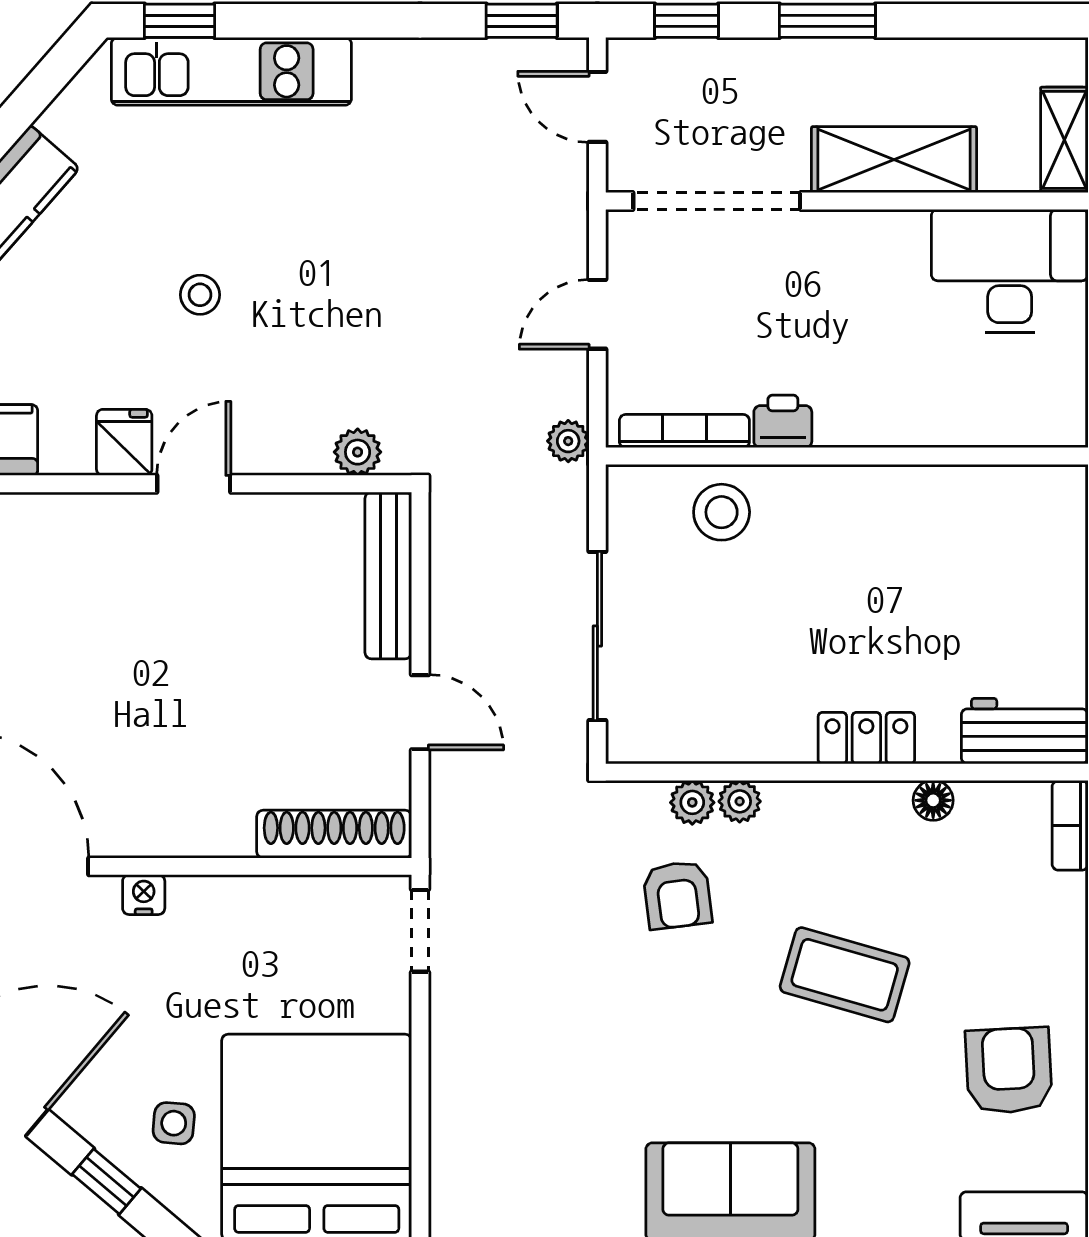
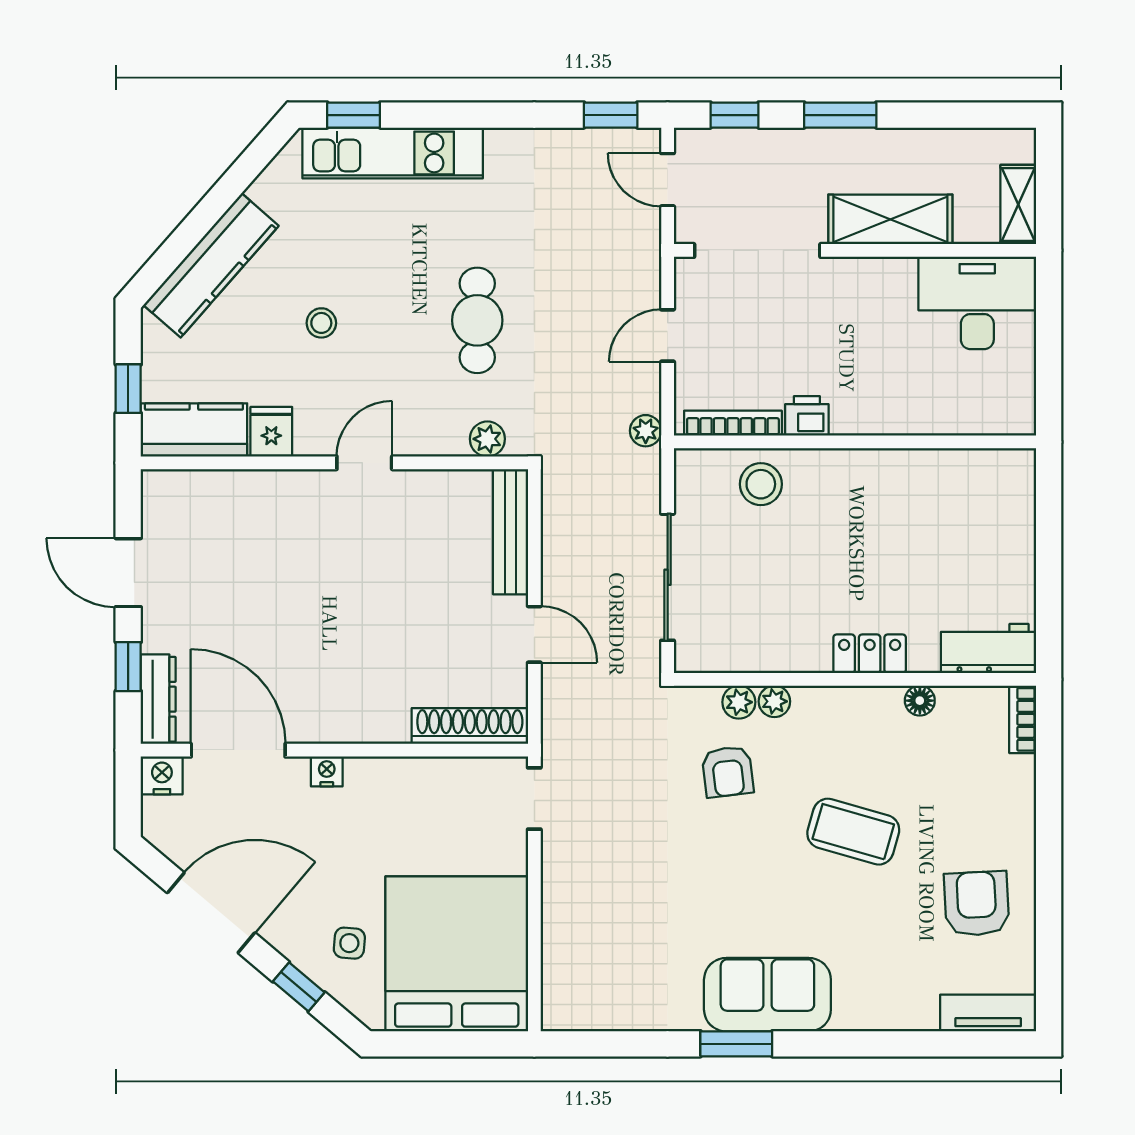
cafe table: (344, 294) -> (477, 320), added
stool: (200, 295) -> (321, 323), moved
fridge: (124, 442) -> (271, 432), moved

